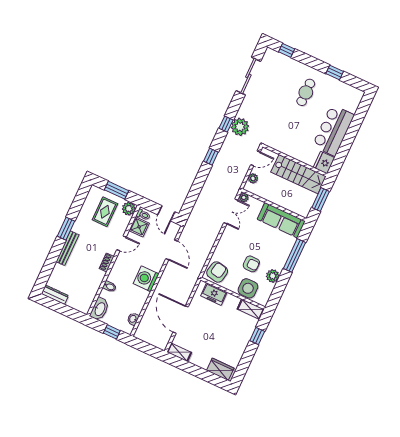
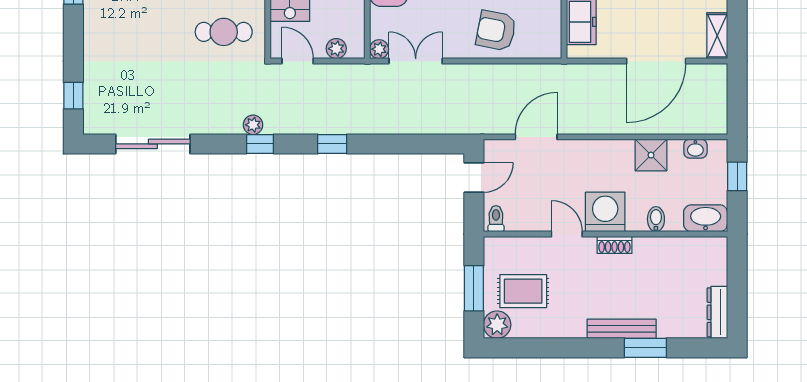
cafe table: (306, 92) -> (224, 32), moved
plant: (240, 127) -> (253, 125), width x0.53, depth x0.53
plant: (129, 209) -> (497, 325), moved
shower: (139, 227) -> (651, 155), moved
window: (66, 229) -> (645, 348), moved
armchair: (217, 272) -> (496, 31), moved
washing machine: (146, 279) -> (605, 212), moved, turned 180

